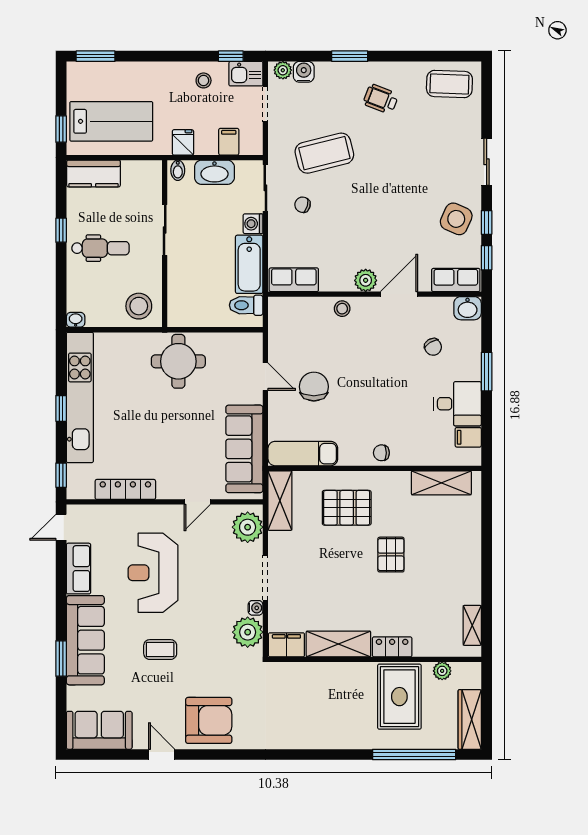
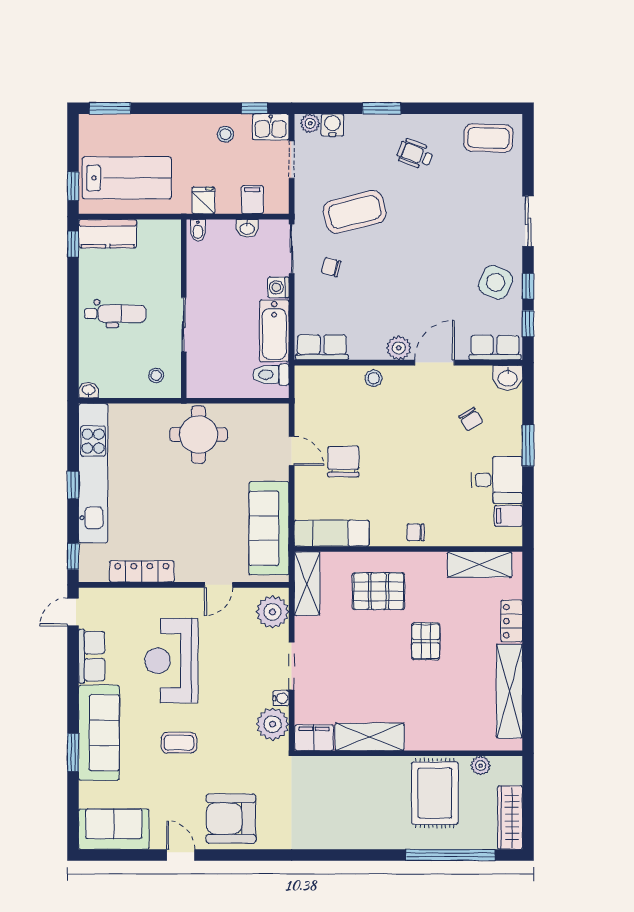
washbasin: (214, 172) -> (247, 228), width x0.52, depth x0.69
window: (61, 230) -> (73, 244), moved
sliding door: (165, 230) -> (184, 325), moved
stool: (139, 306) -> (156, 375), width x0.53, depth x0.53
shelving: (472, 625) -> (510, 691), width x2.20, depth x1.33
locker: (392, 647) -> (512, 621), moved, turned -90
armchair: (209, 720) -> (231, 819), turned 180

